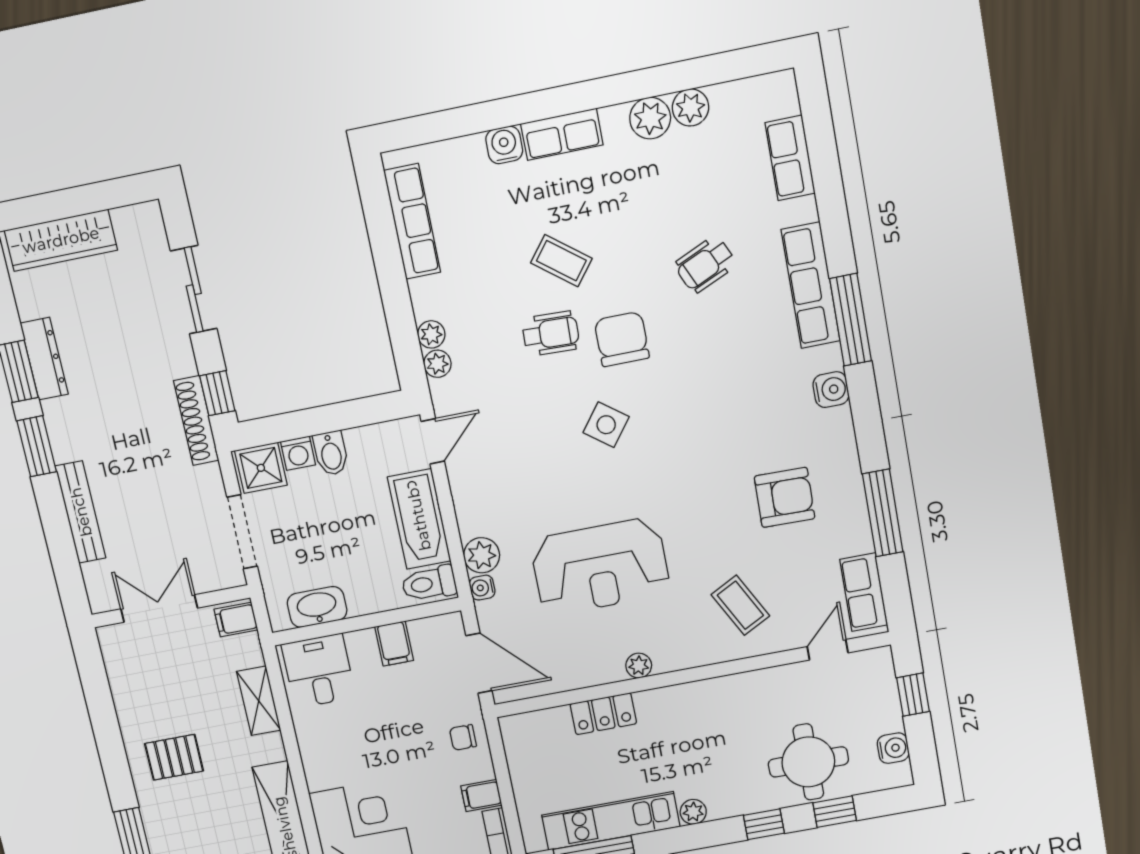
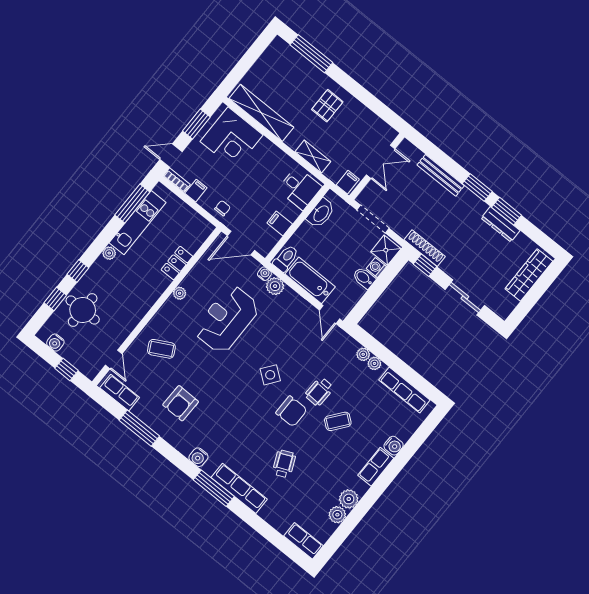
row of seats: (790, 158) -> (303, 541), moved
plant: (437, 364) -> (374, 363), moved

